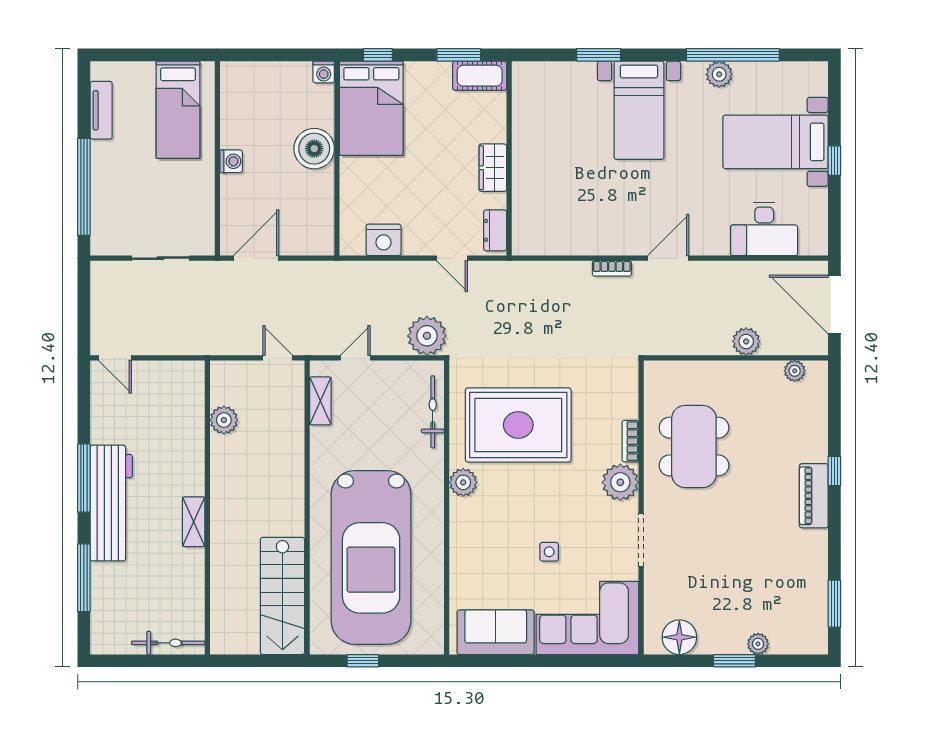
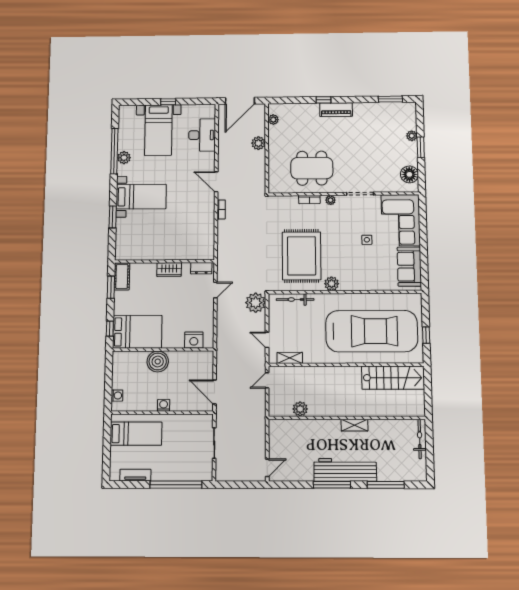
washing machine: (324, 72) -> (117, 396), moved
nightstand: (384, 240) -> (194, 340), moved, turned 90
plant: (620, 482) -> (330, 200), width x0.53, depth x0.53

